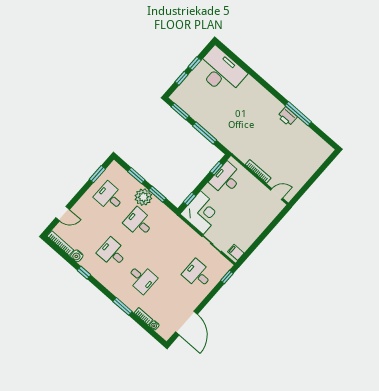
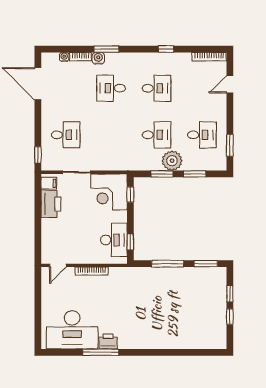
desk: (221, 71) -> (72, 330), moved
printer: (246, 238) -> (51, 204), added
water cooler: (77, 256) -> (98, 58), moved

